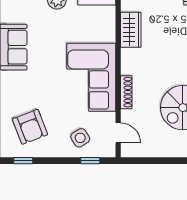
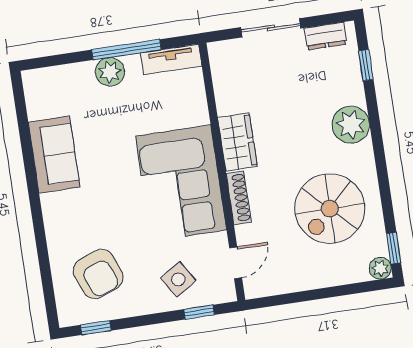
wardrobe: (131, 30) -> (237, 142), moved
door: (118, 133) -> (236, 263), hinge flipped

